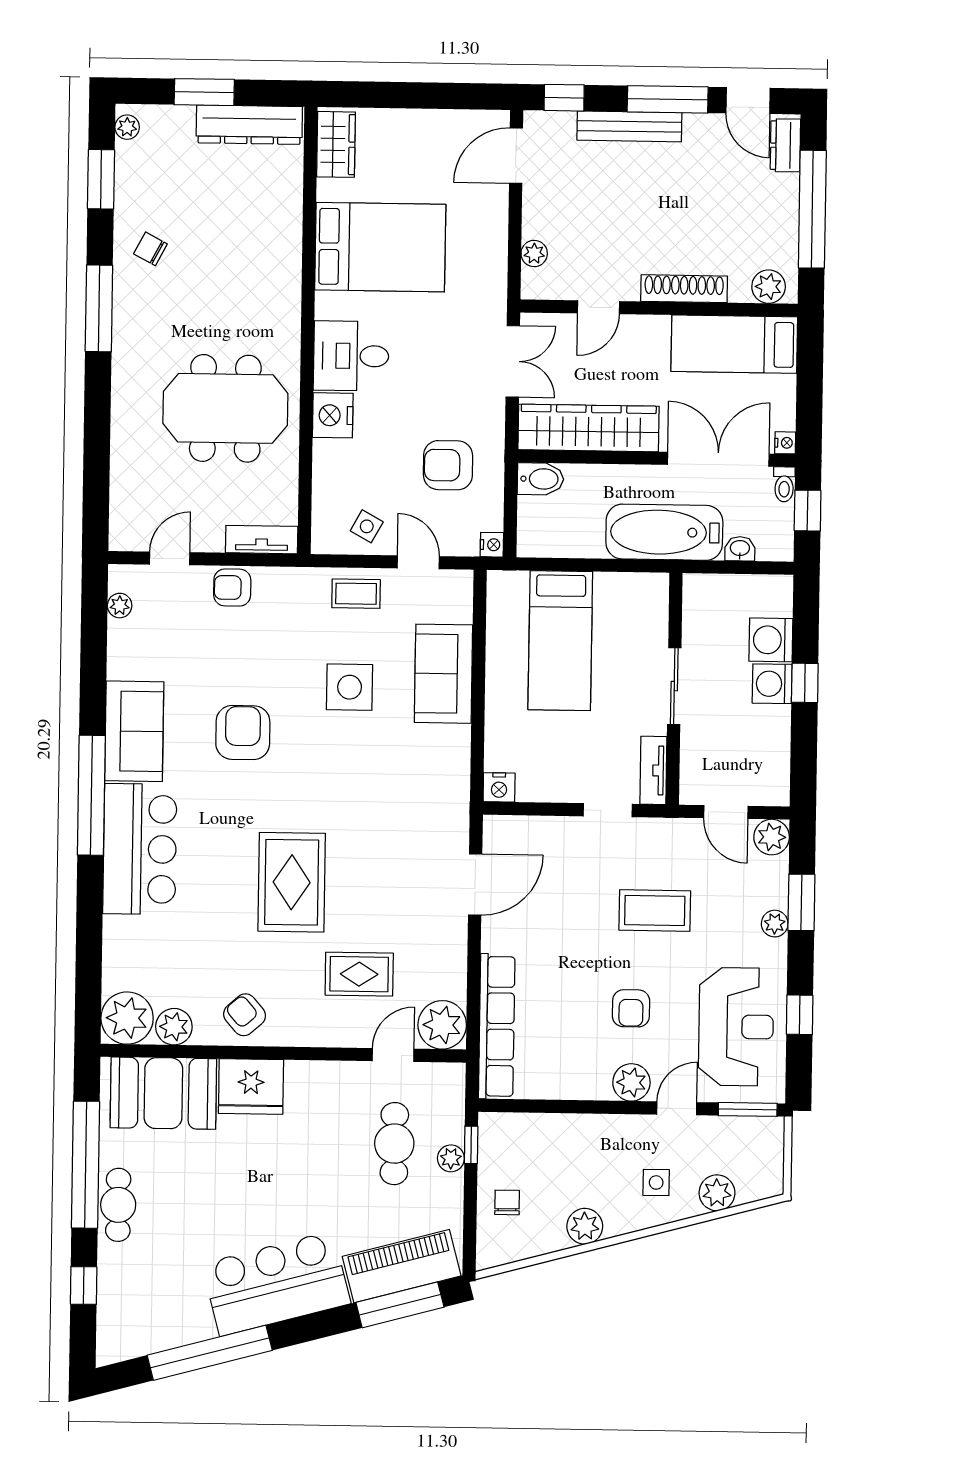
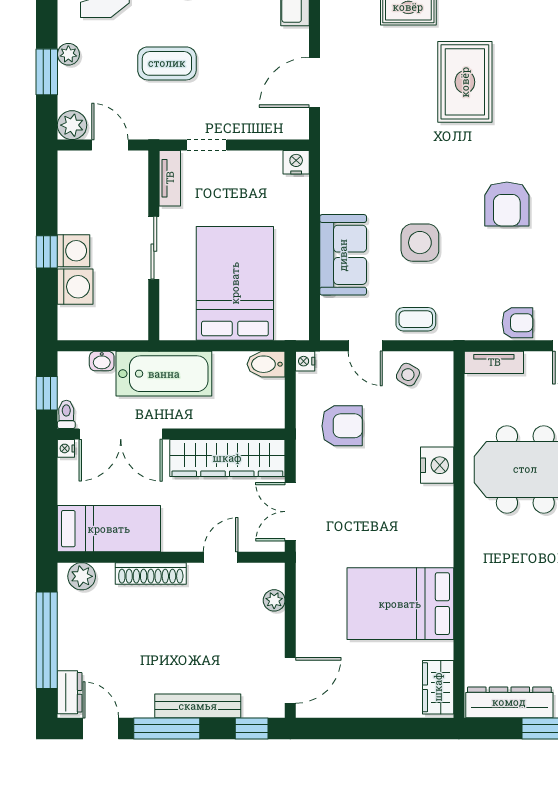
desk: (351, 356) -> (423, 514), removed
bidet: (540, 479) -> (266, 364), moved
bed: (560, 641) -> (235, 283), width x1.50

